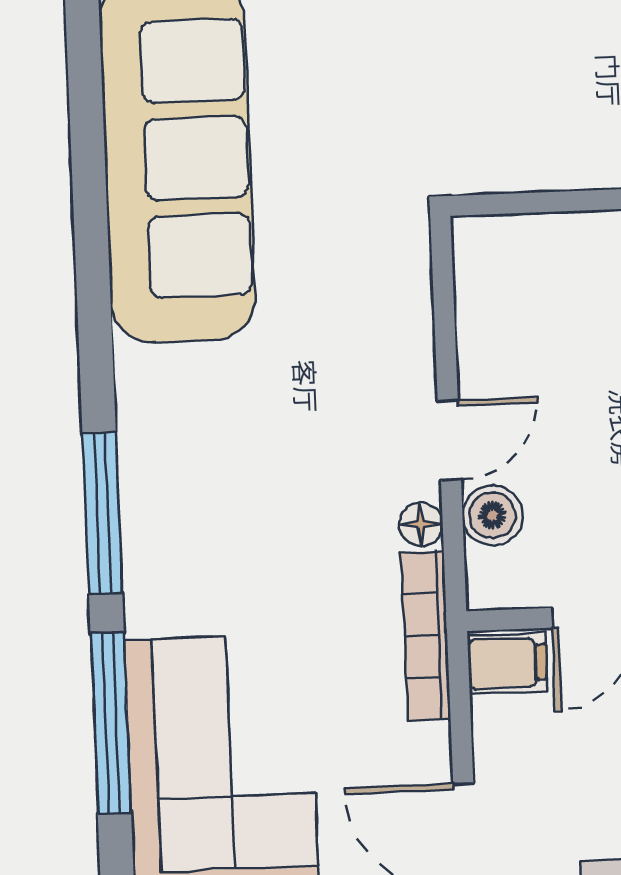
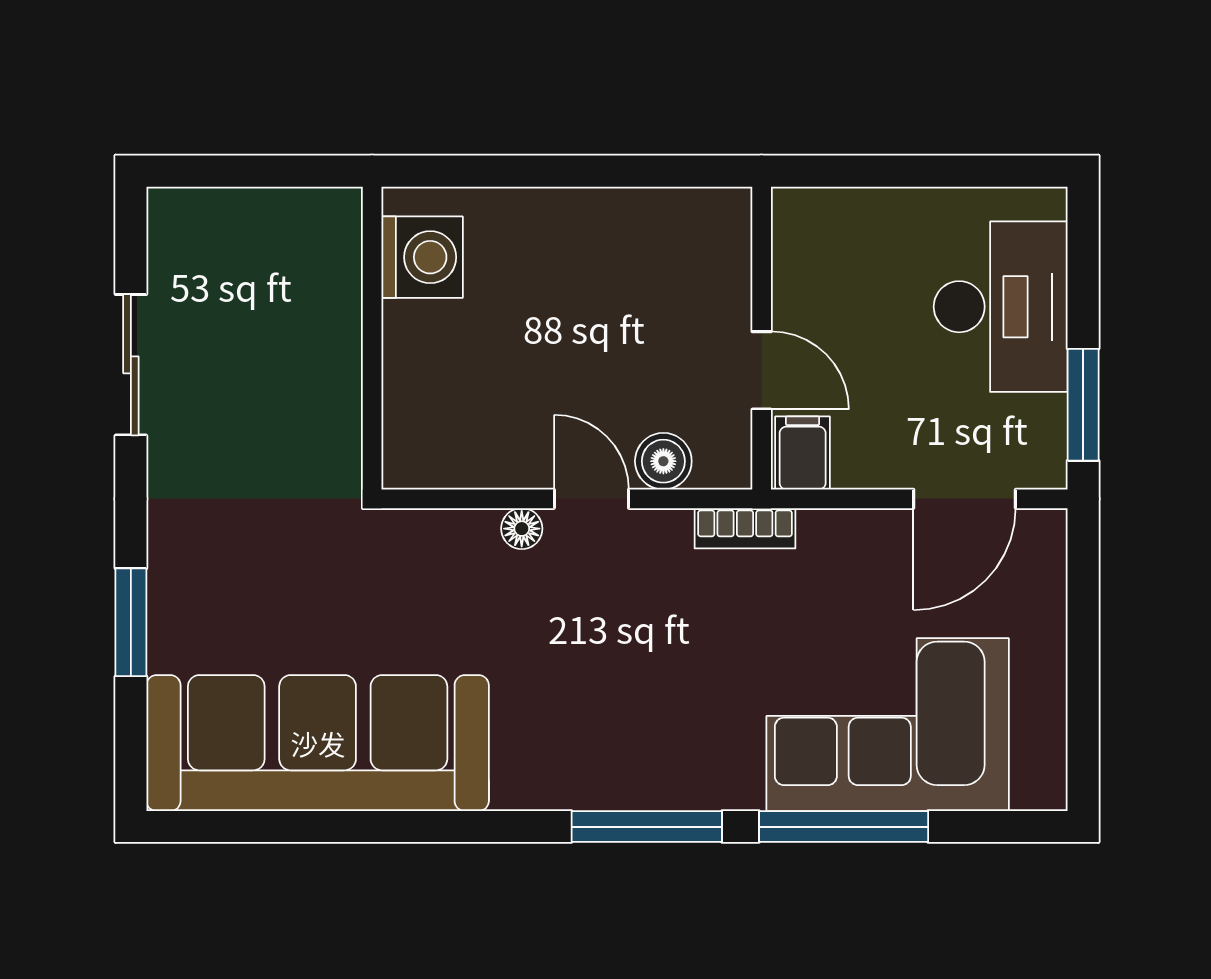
floor lamp: (421, 524) -> (522, 529), moved
bookcase: (426, 635) -> (745, 528), width x0.64

